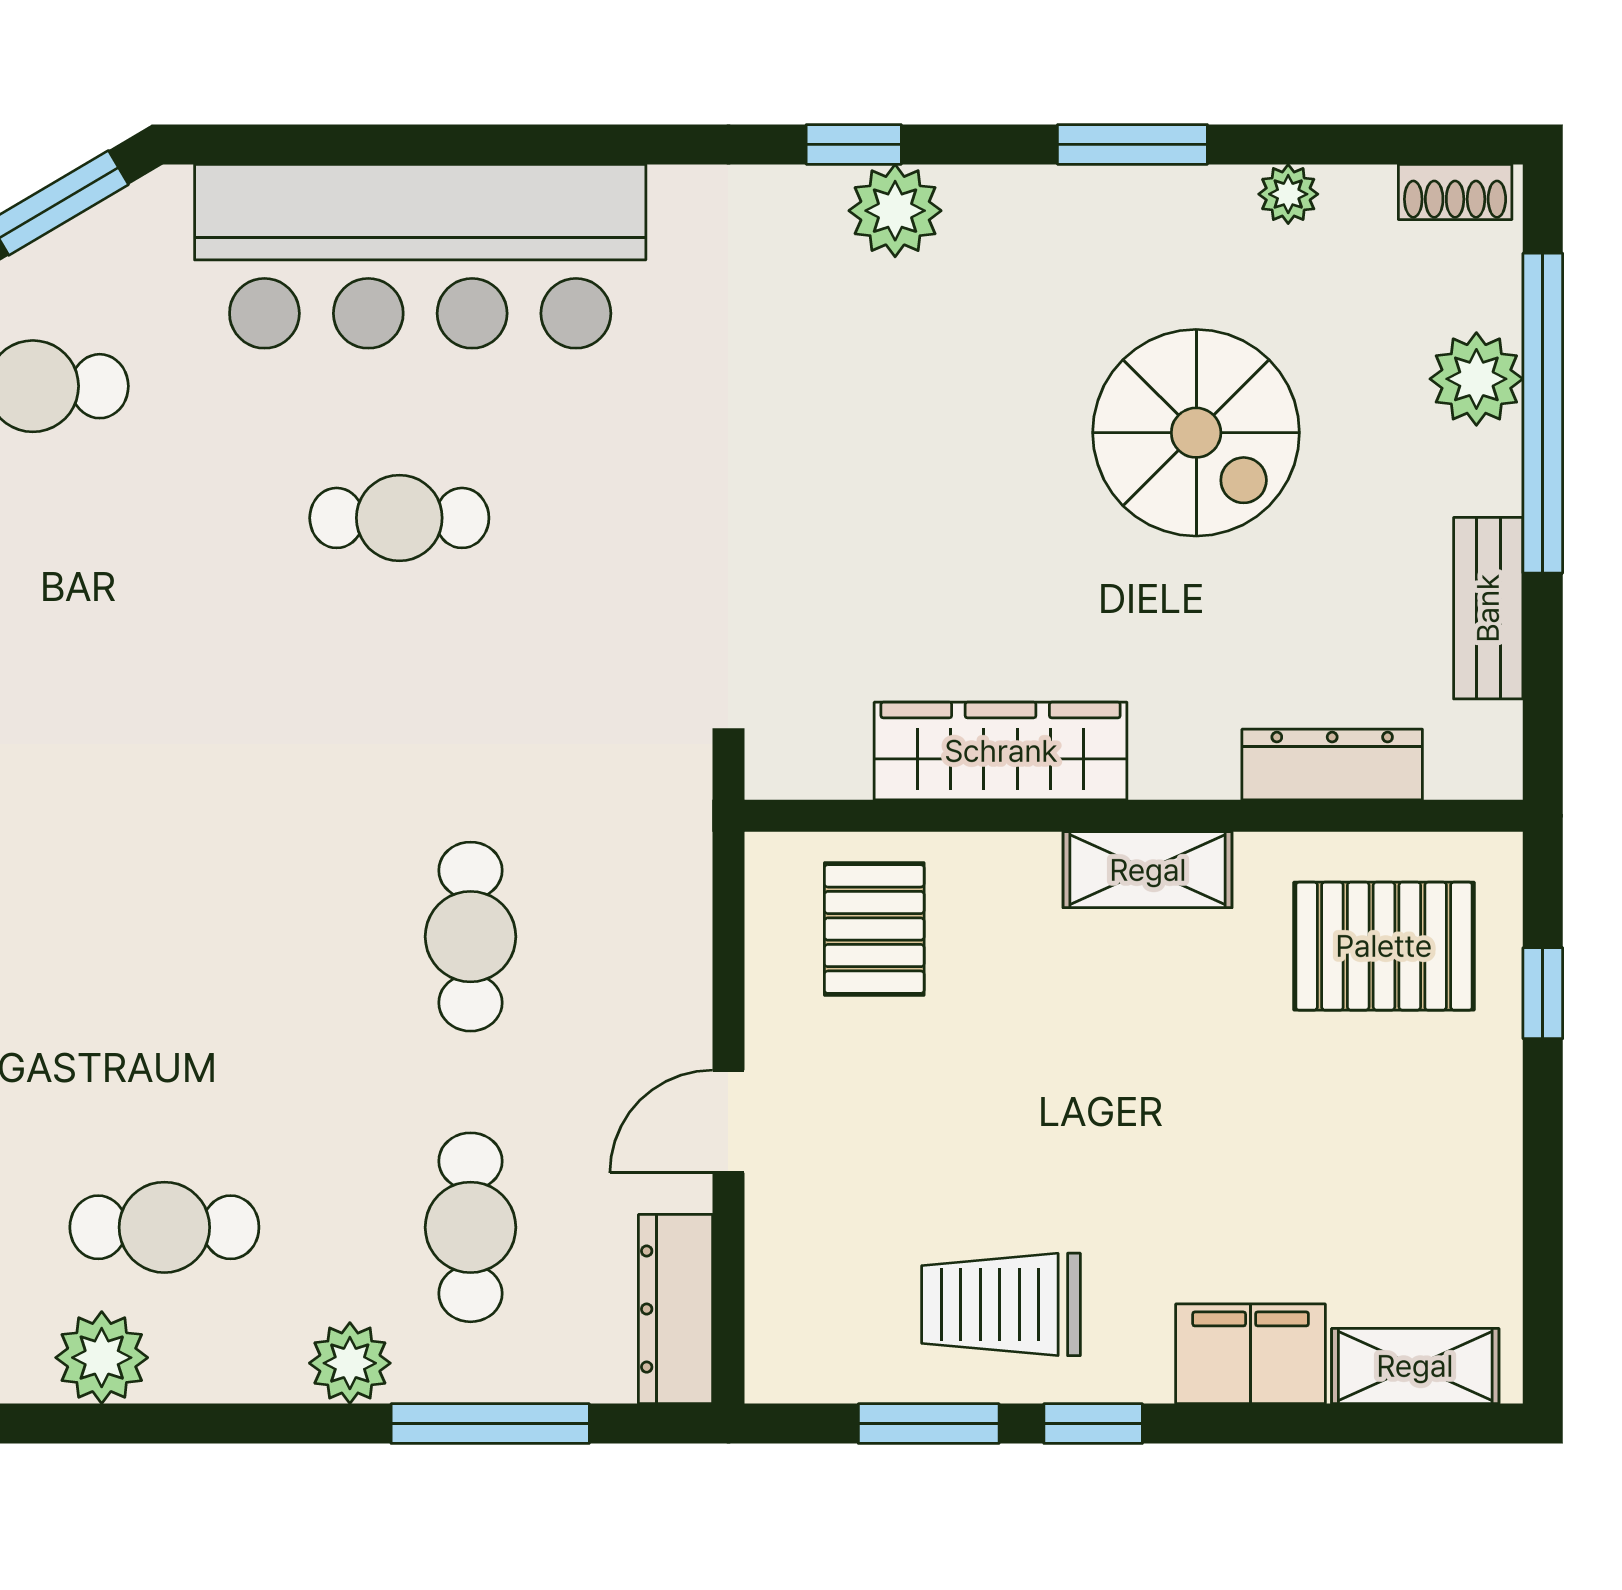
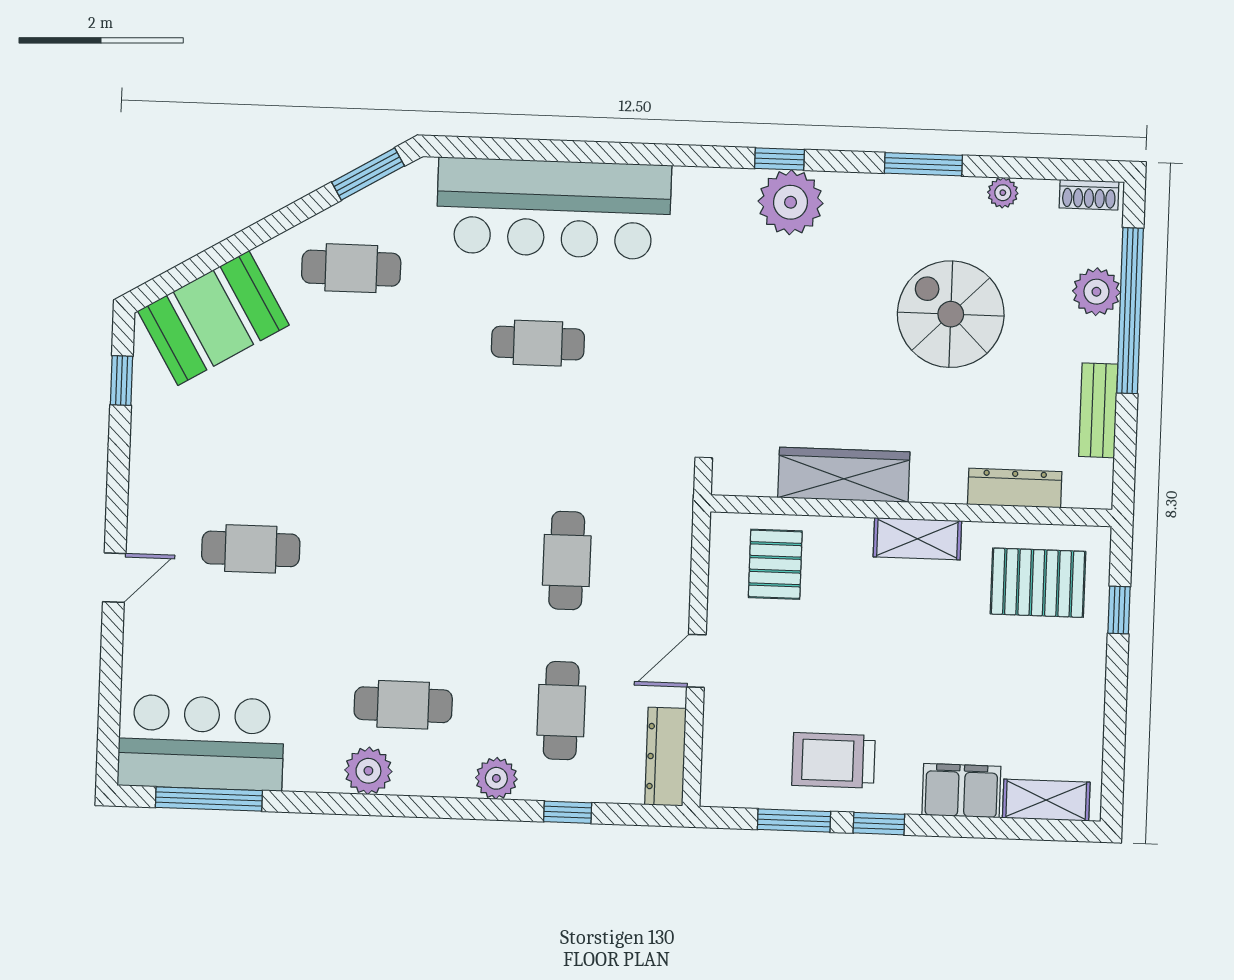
plant: (895, 211) -> (791, 202), width x1.36, depth x1.36
spiral stairs: (1196, 433) -> (951, 314), turned 180
window: (490, 1424) -> (568, 812), width x0.46

